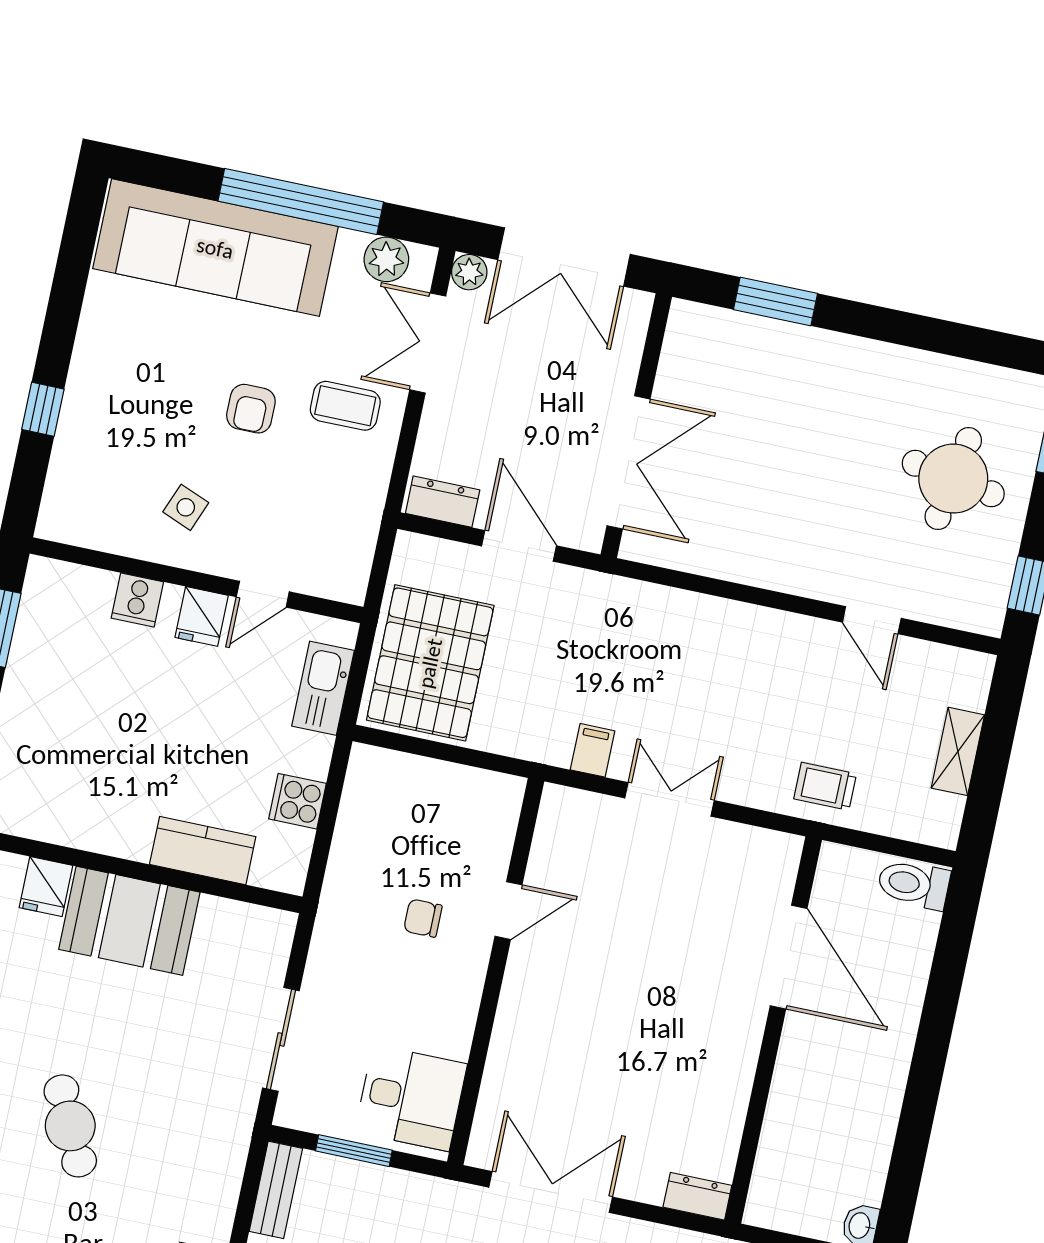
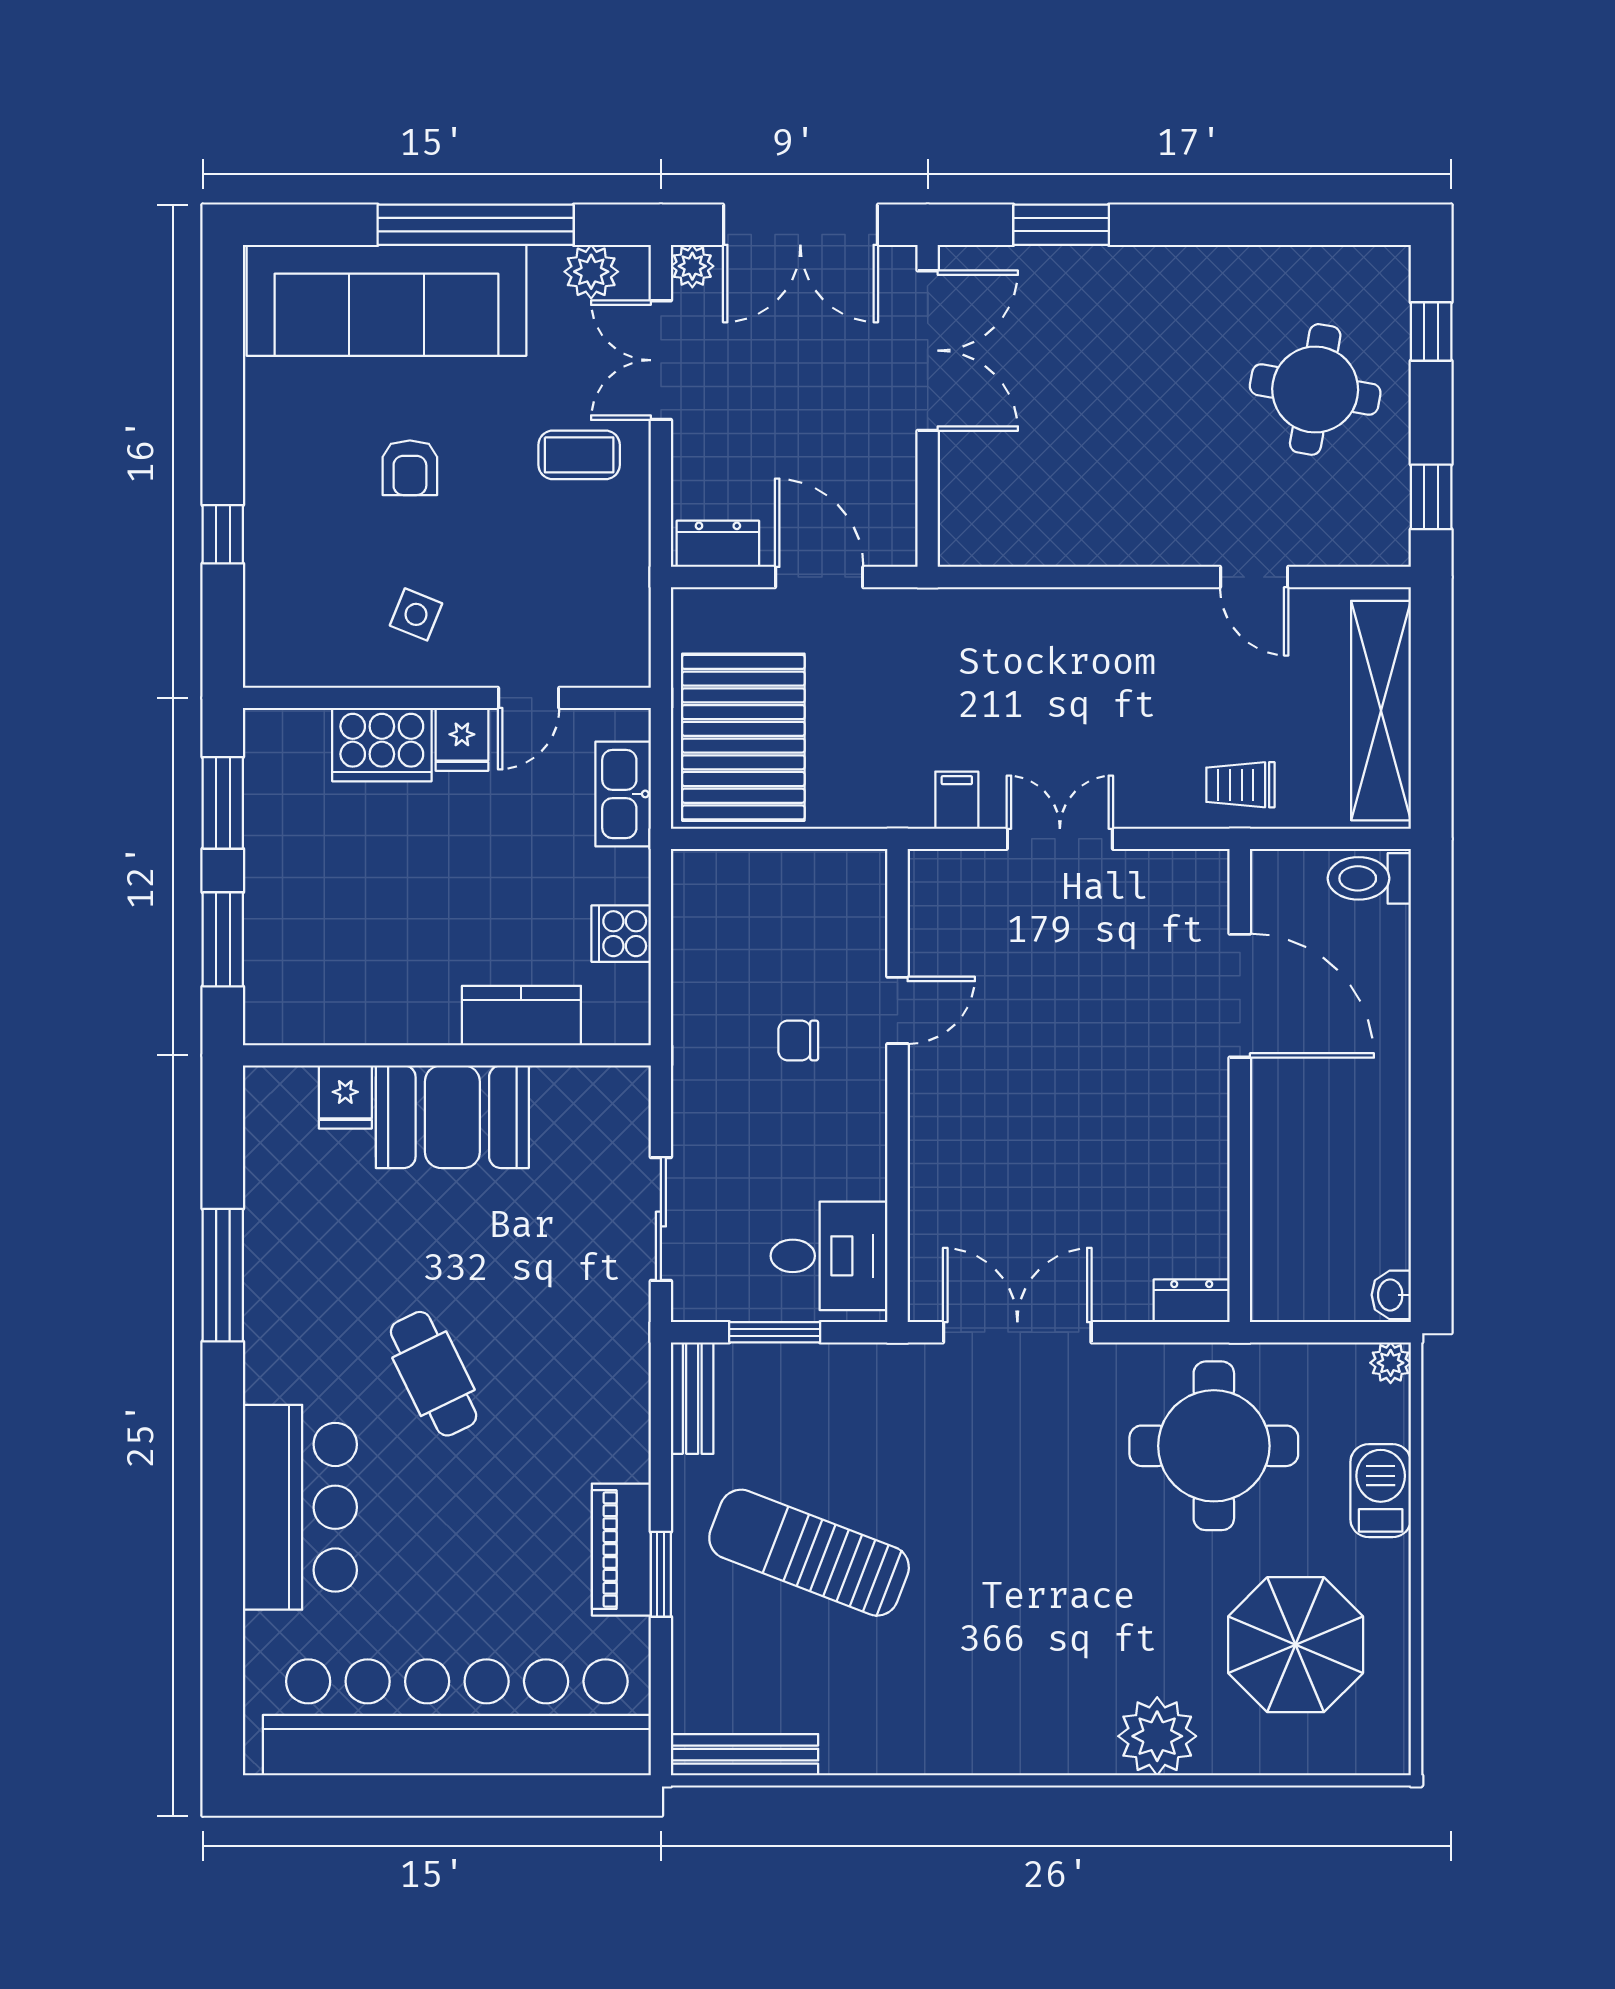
armchair: (251, 409) -> (410, 468), moved
double door: (629, 462) -> (928, 351), moved
cooker: (137, 600) -> (382, 745), width x1.87, depth x1.31
shelving: (958, 751) -> (1381, 711), width x2.20, depth x1.33

